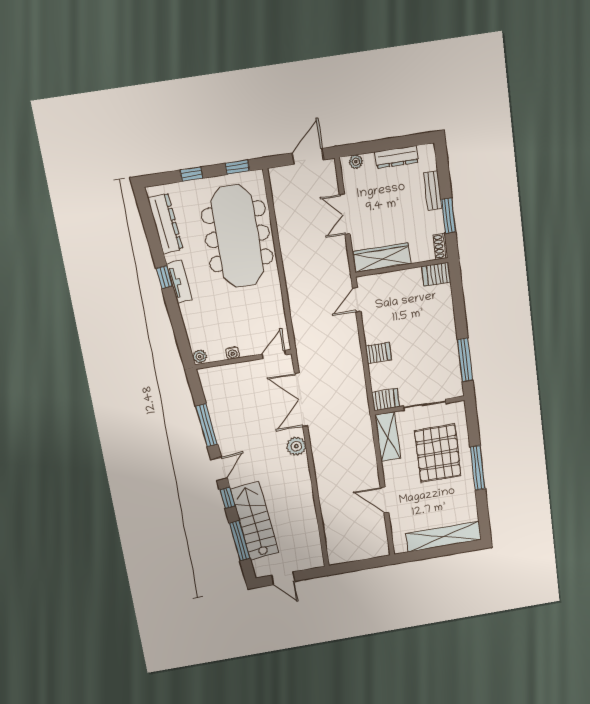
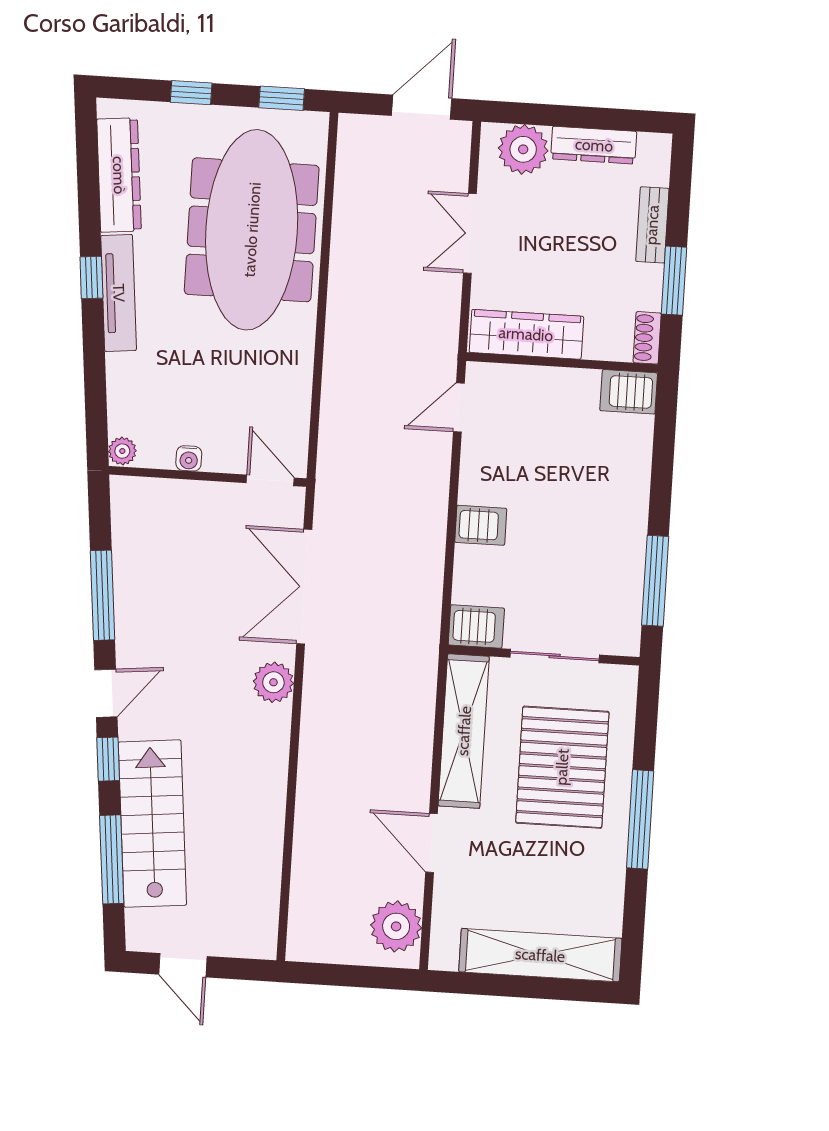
plant: (356, 162) -> (523, 149), width x1.87, depth x1.87
tv unit: (179, 282) -> (119, 293), width x1.41
door: (274, 354) -> (270, 480), hinge flipped
shelving: (388, 437) -> (464, 731), width x1.47
plant: (376, 539) -> (396, 926), added

